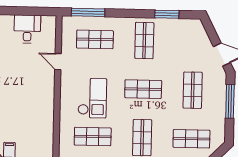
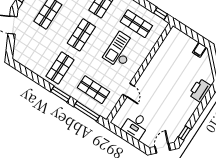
window: (167, 14) -> (61, 94), moved
shop shelf: (143, 89) -> (81, 35), turned 90

